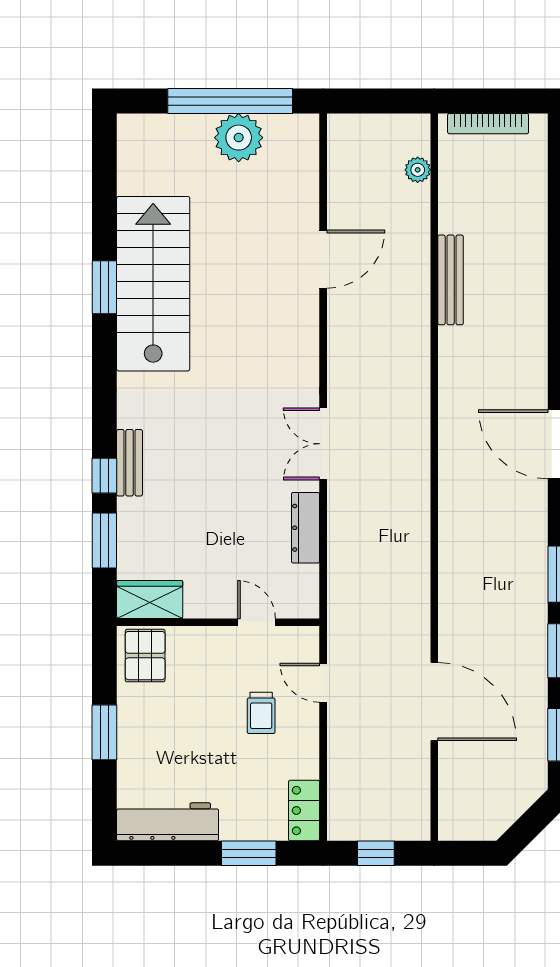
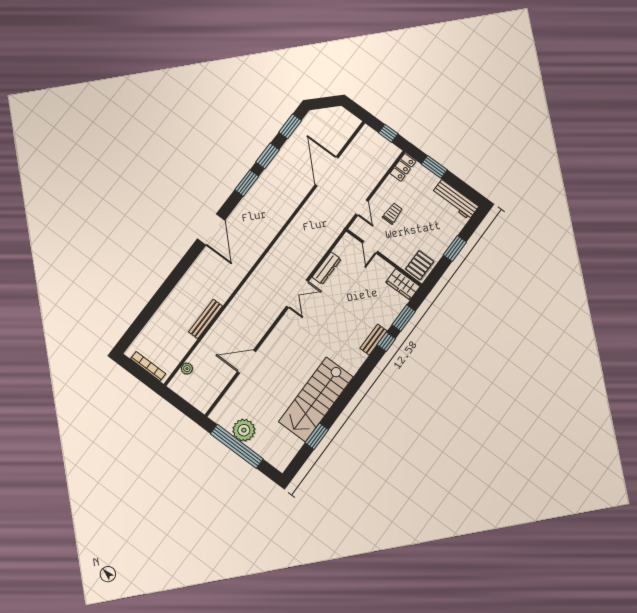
window: (104, 287) -> (317, 436), moved

